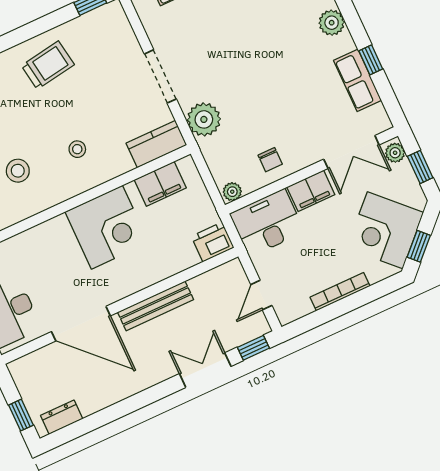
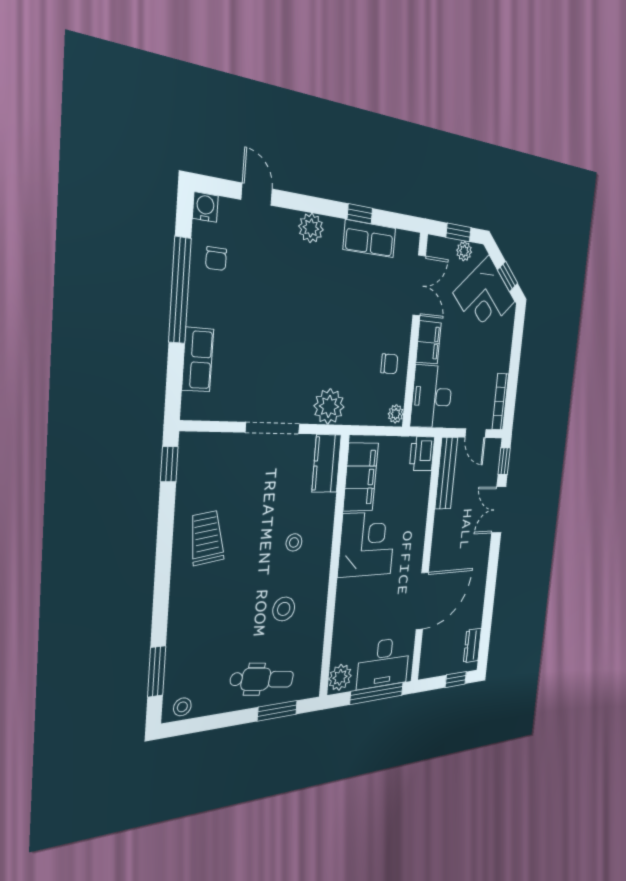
plant: (395, 153) -> (464, 251), moved
filing cabinet: (160, 184) -> (361, 477), width x1.50, depth x1.17
bookcase: (340, 292) -> (500, 402), moved
bench: (156, 306) -> (446, 473), moved

